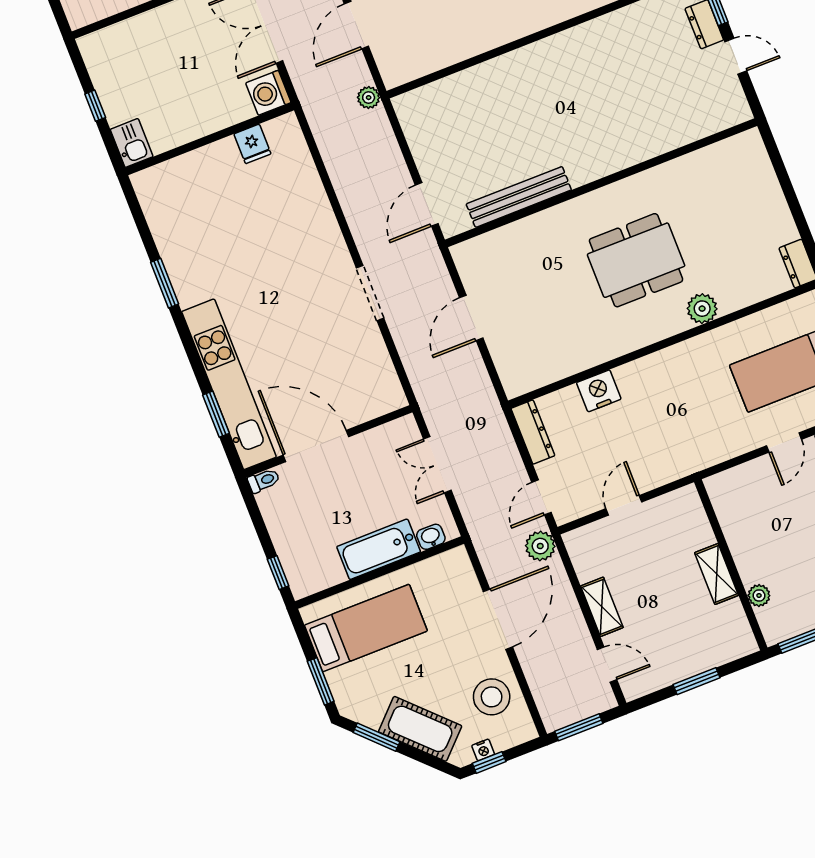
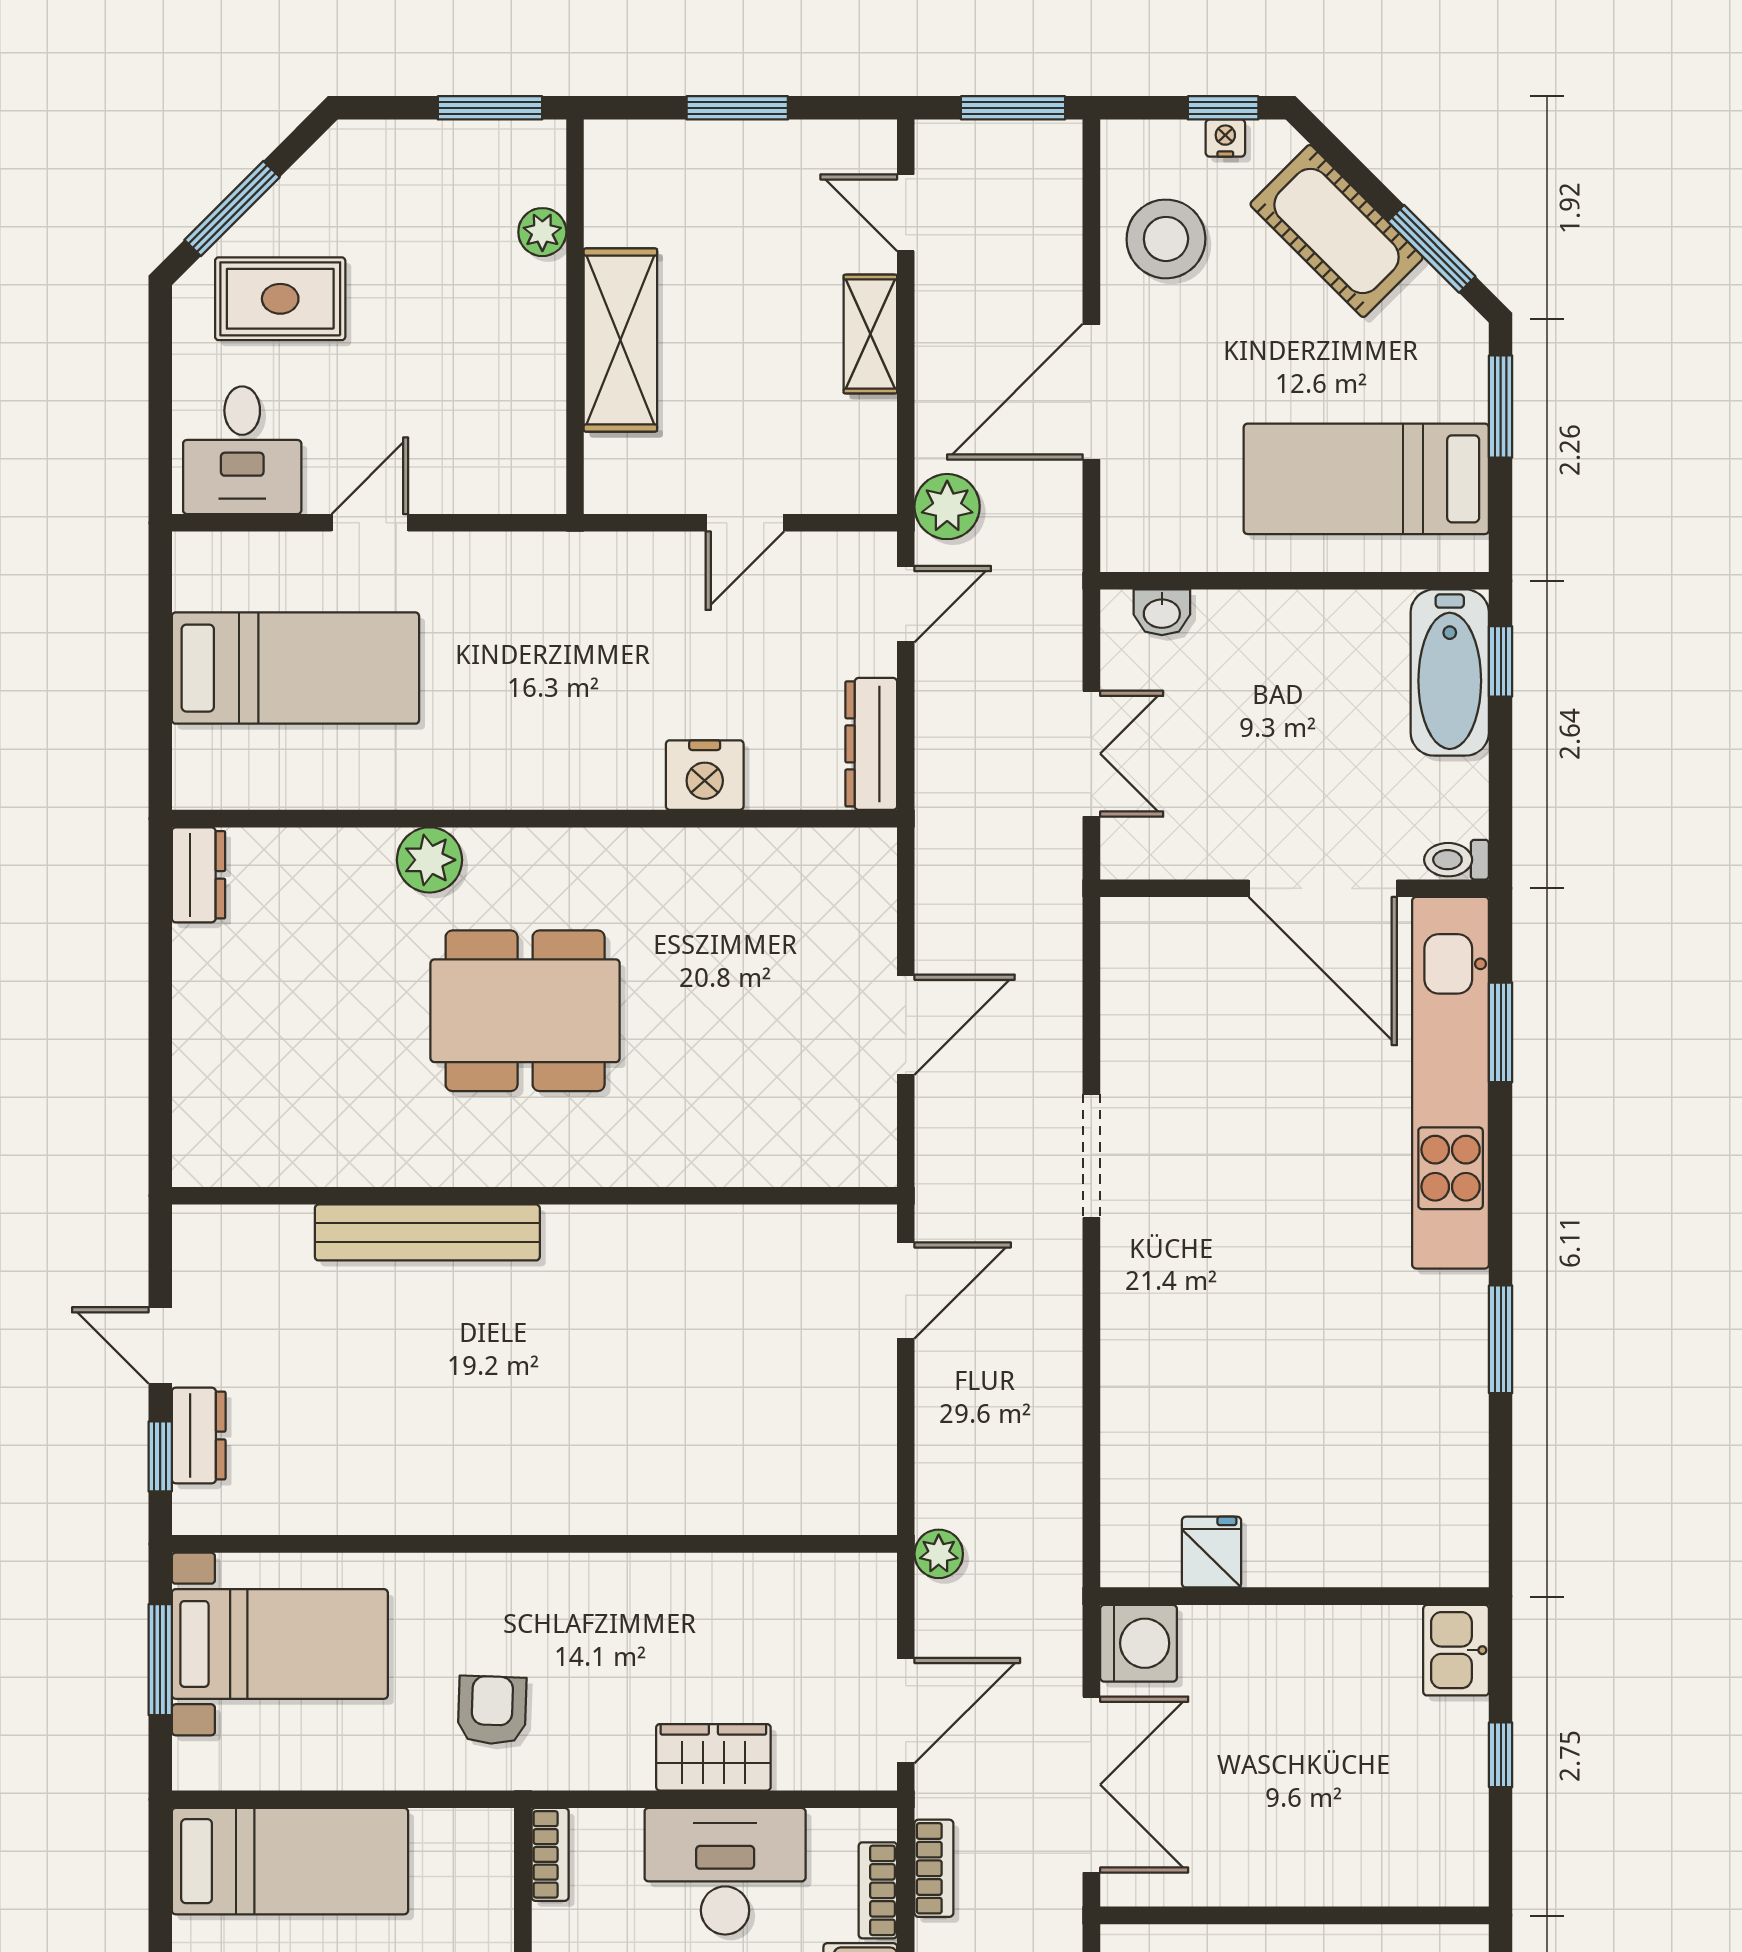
bench: (519, 197) -> (427, 1232), moved
bathtub: (379, 549) -> (1450, 673), moved, turned 90
shelving: (717, 574) -> (620, 340), width x1.50, depth x1.33

